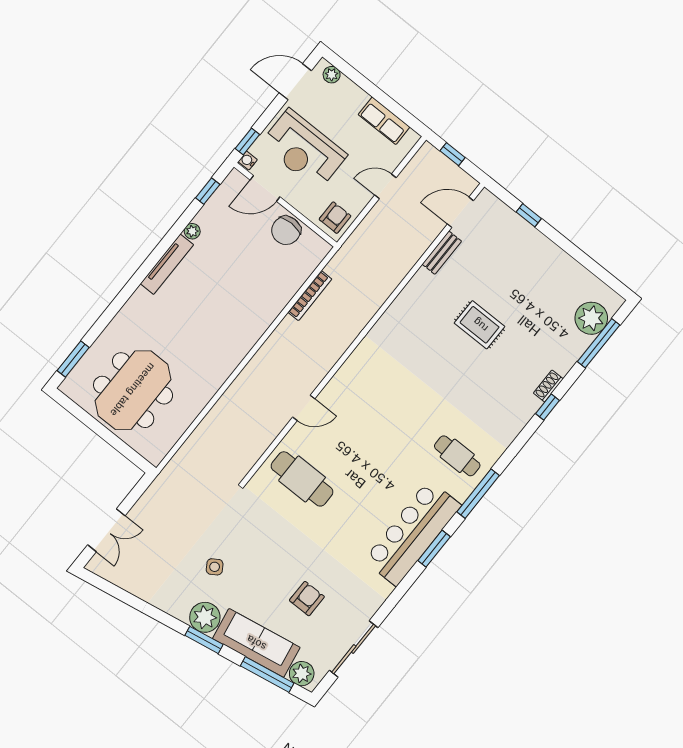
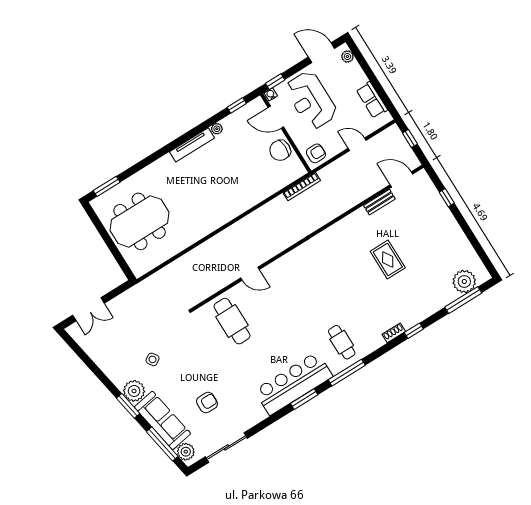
bookcase: (310, 296) -> (302, 187), moved
shoe rack: (548, 386) -> (394, 333), moved

